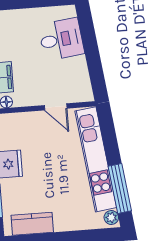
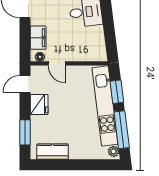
door: (56, 107) -> (57, 63), moved
window: (110, 140) -> (117, 92), added

